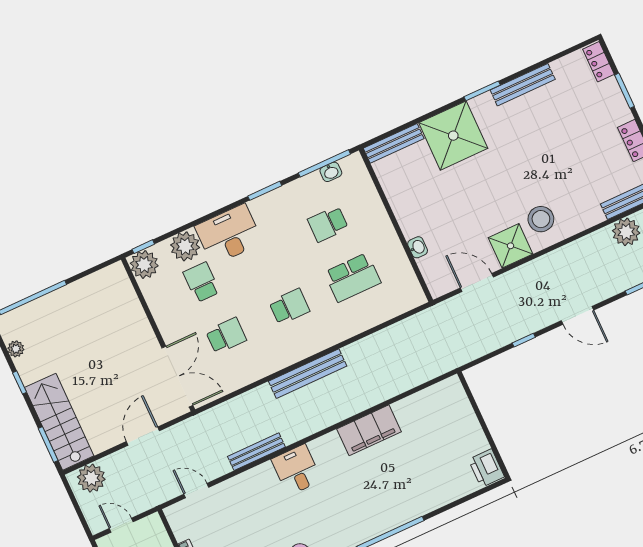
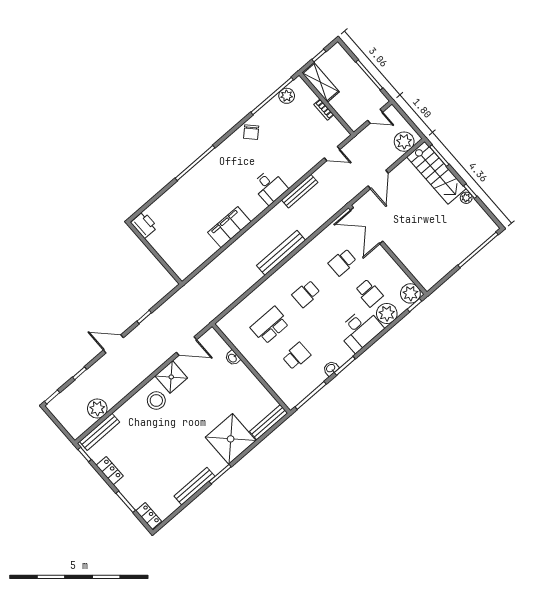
washbasin: (331, 172) -> (331, 368), moved
plant: (16, 349) -> (466, 198), moved

